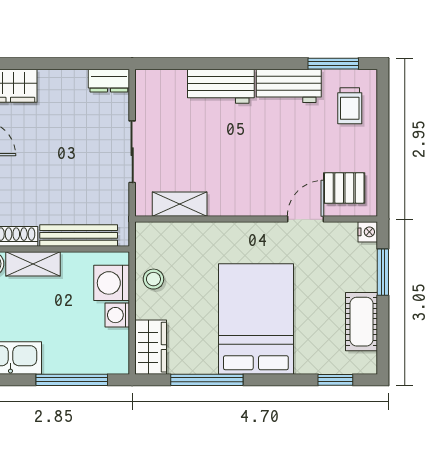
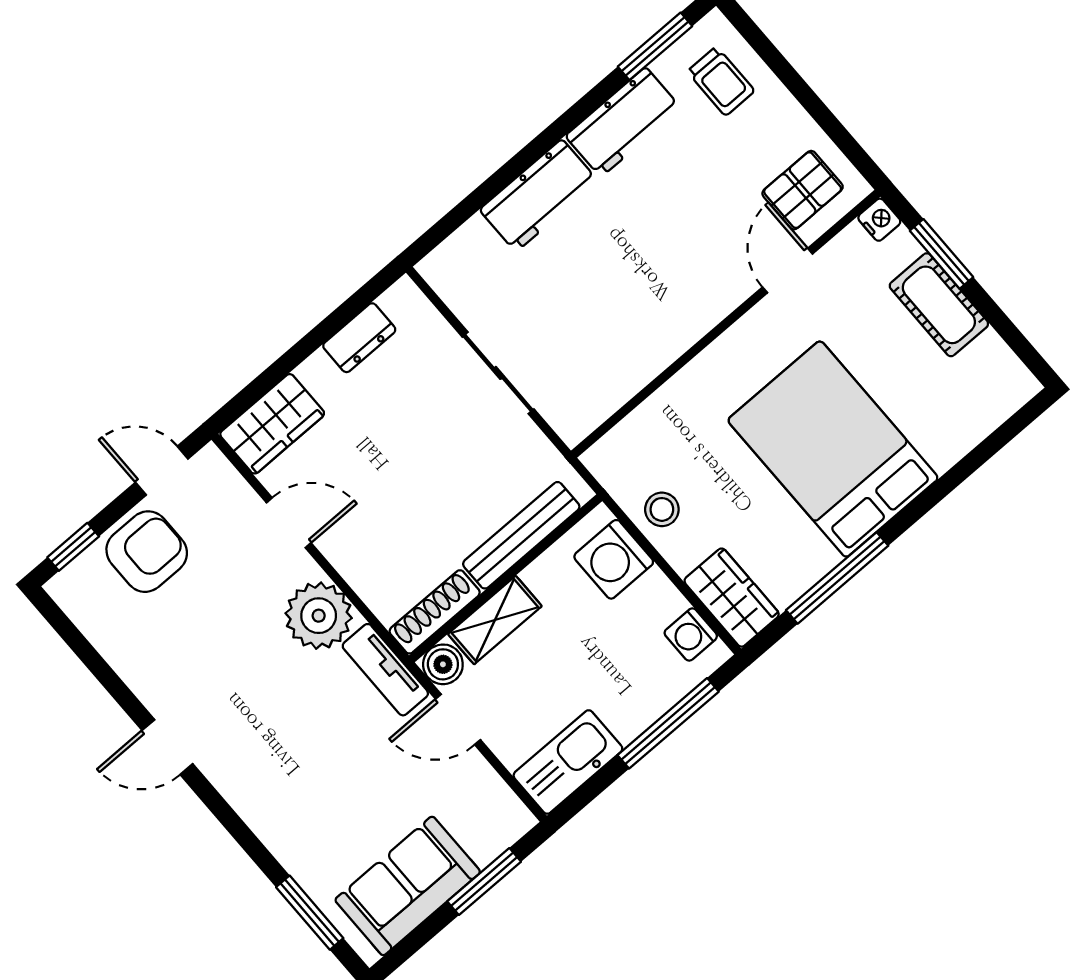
dresser: (109, 81) -> (359, 338), moved
shelving: (180, 204) -> (614, 387), removed
washing machine: (117, 315) -> (691, 634), moved
cot: (362, 322) -> (939, 305), moved
window: (335, 380) -> (998, 440), removed

